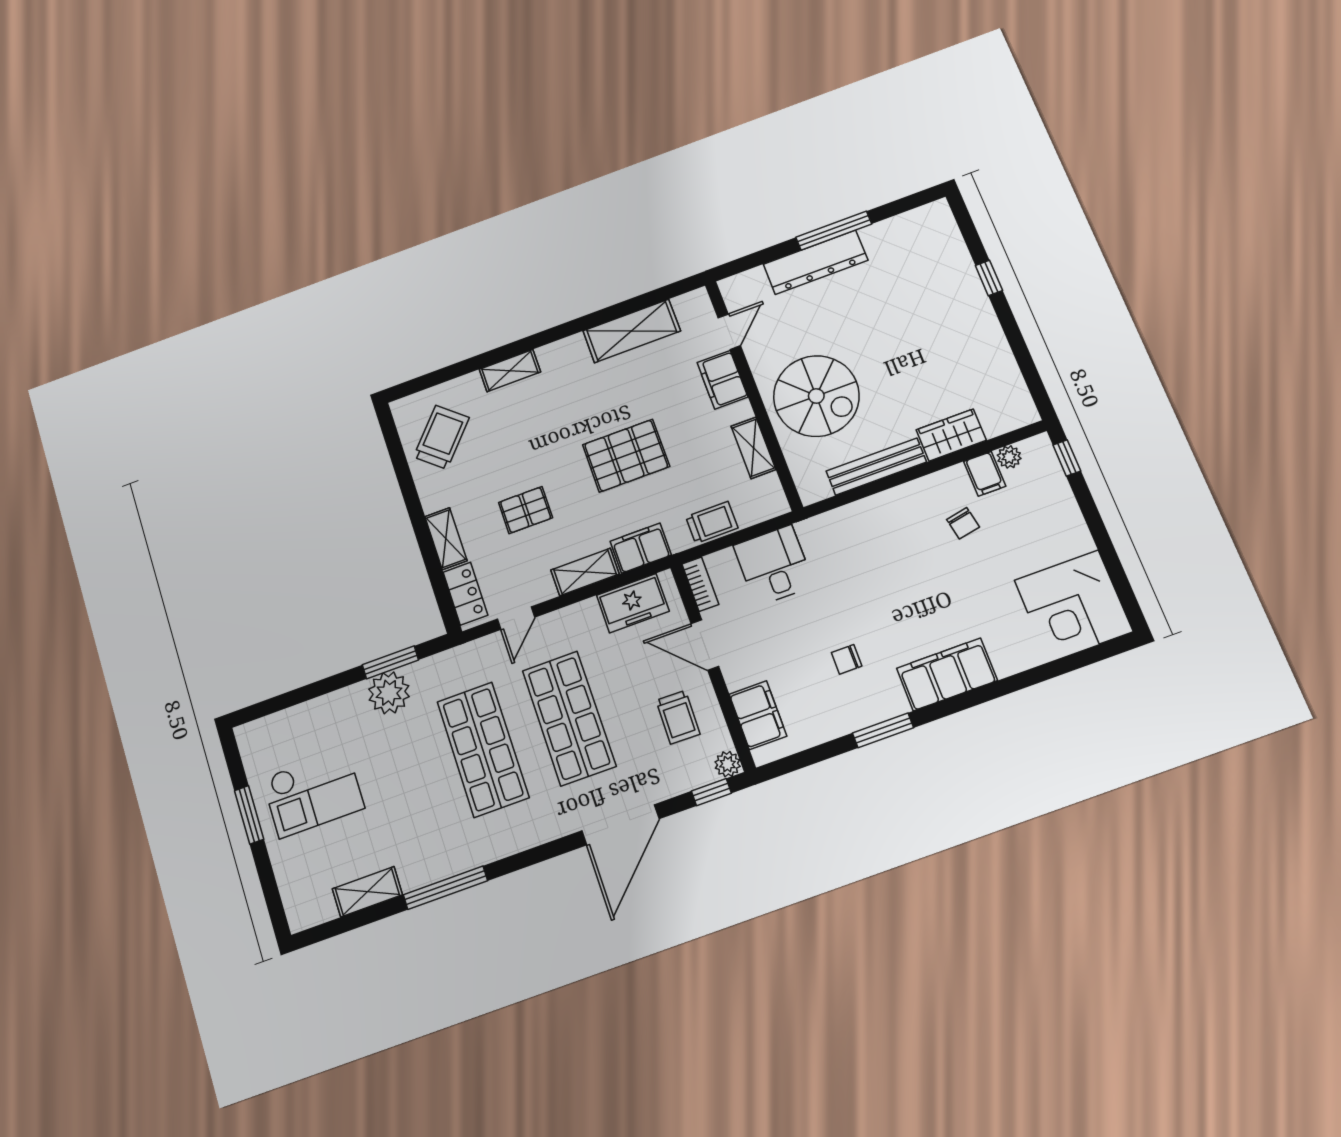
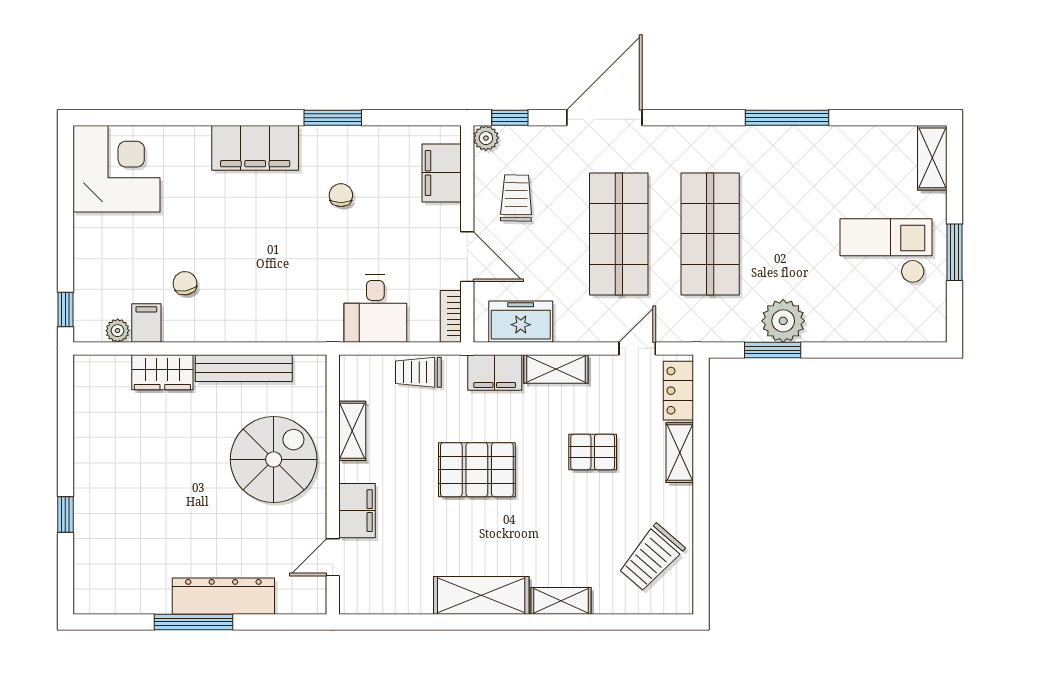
shelving: (632, 331) -> (481, 595), moved
spiral stairs: (816, 396) -> (274, 459), turned 90
chair: (847, 659) -> (341, 195), turned -90
shelving: (367, 892) -> (932, 158), moved, turned 90

